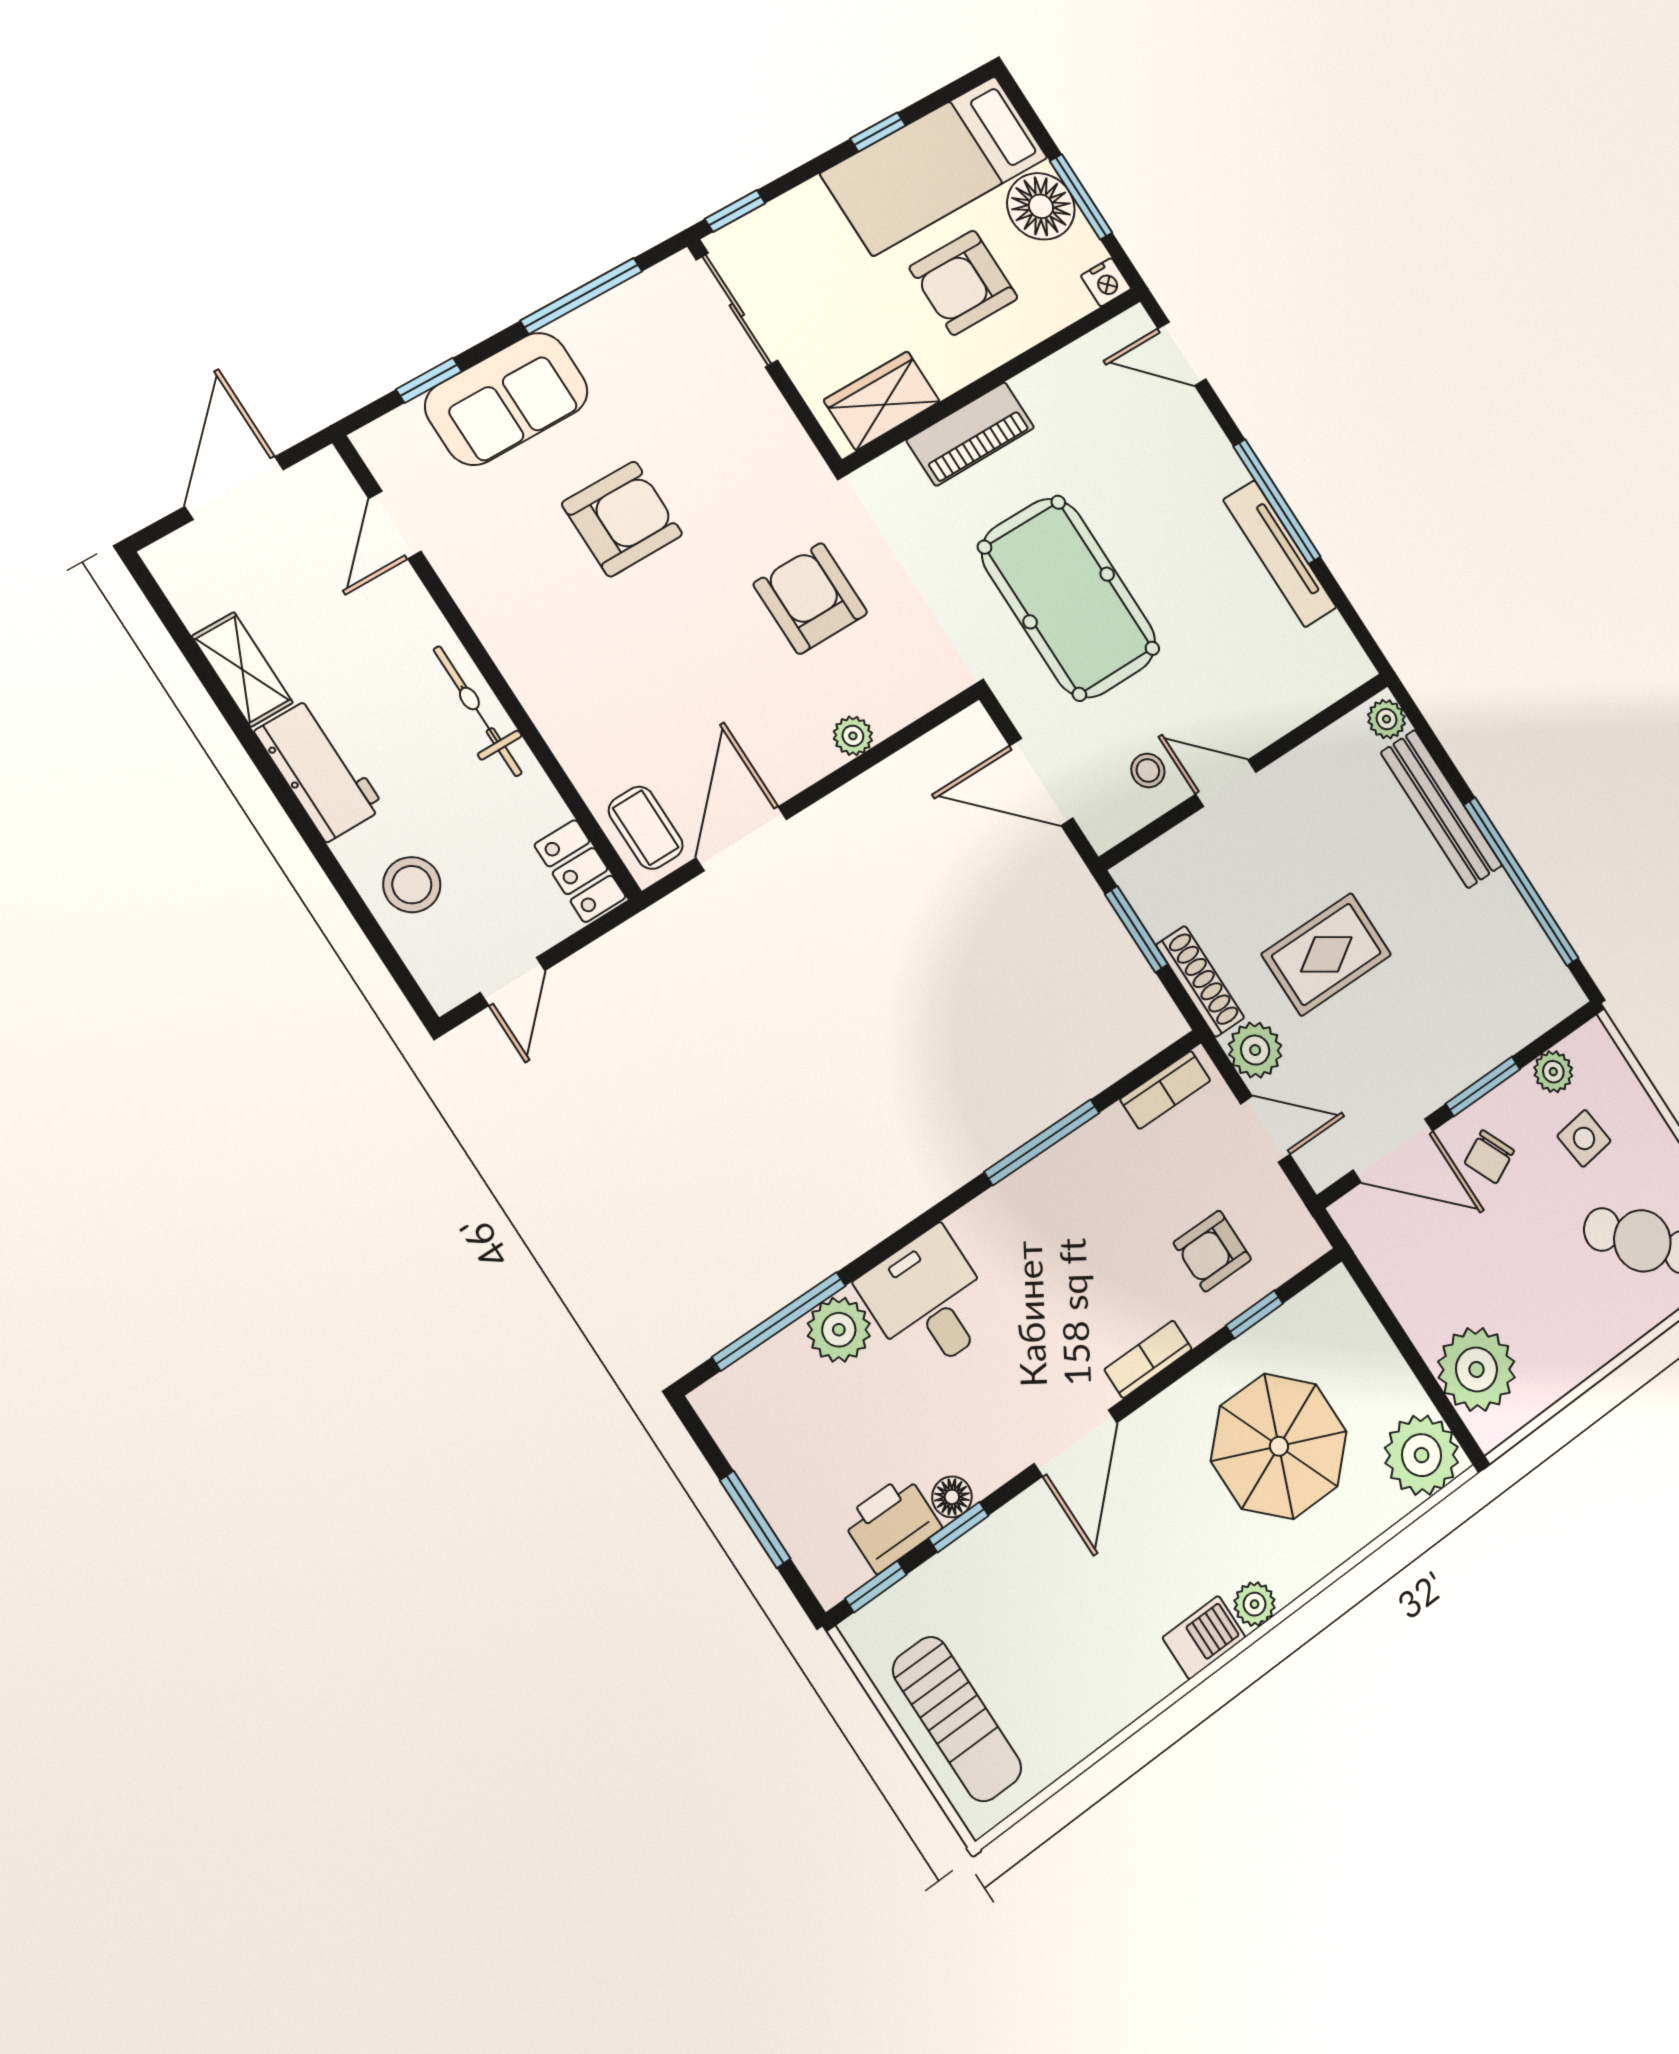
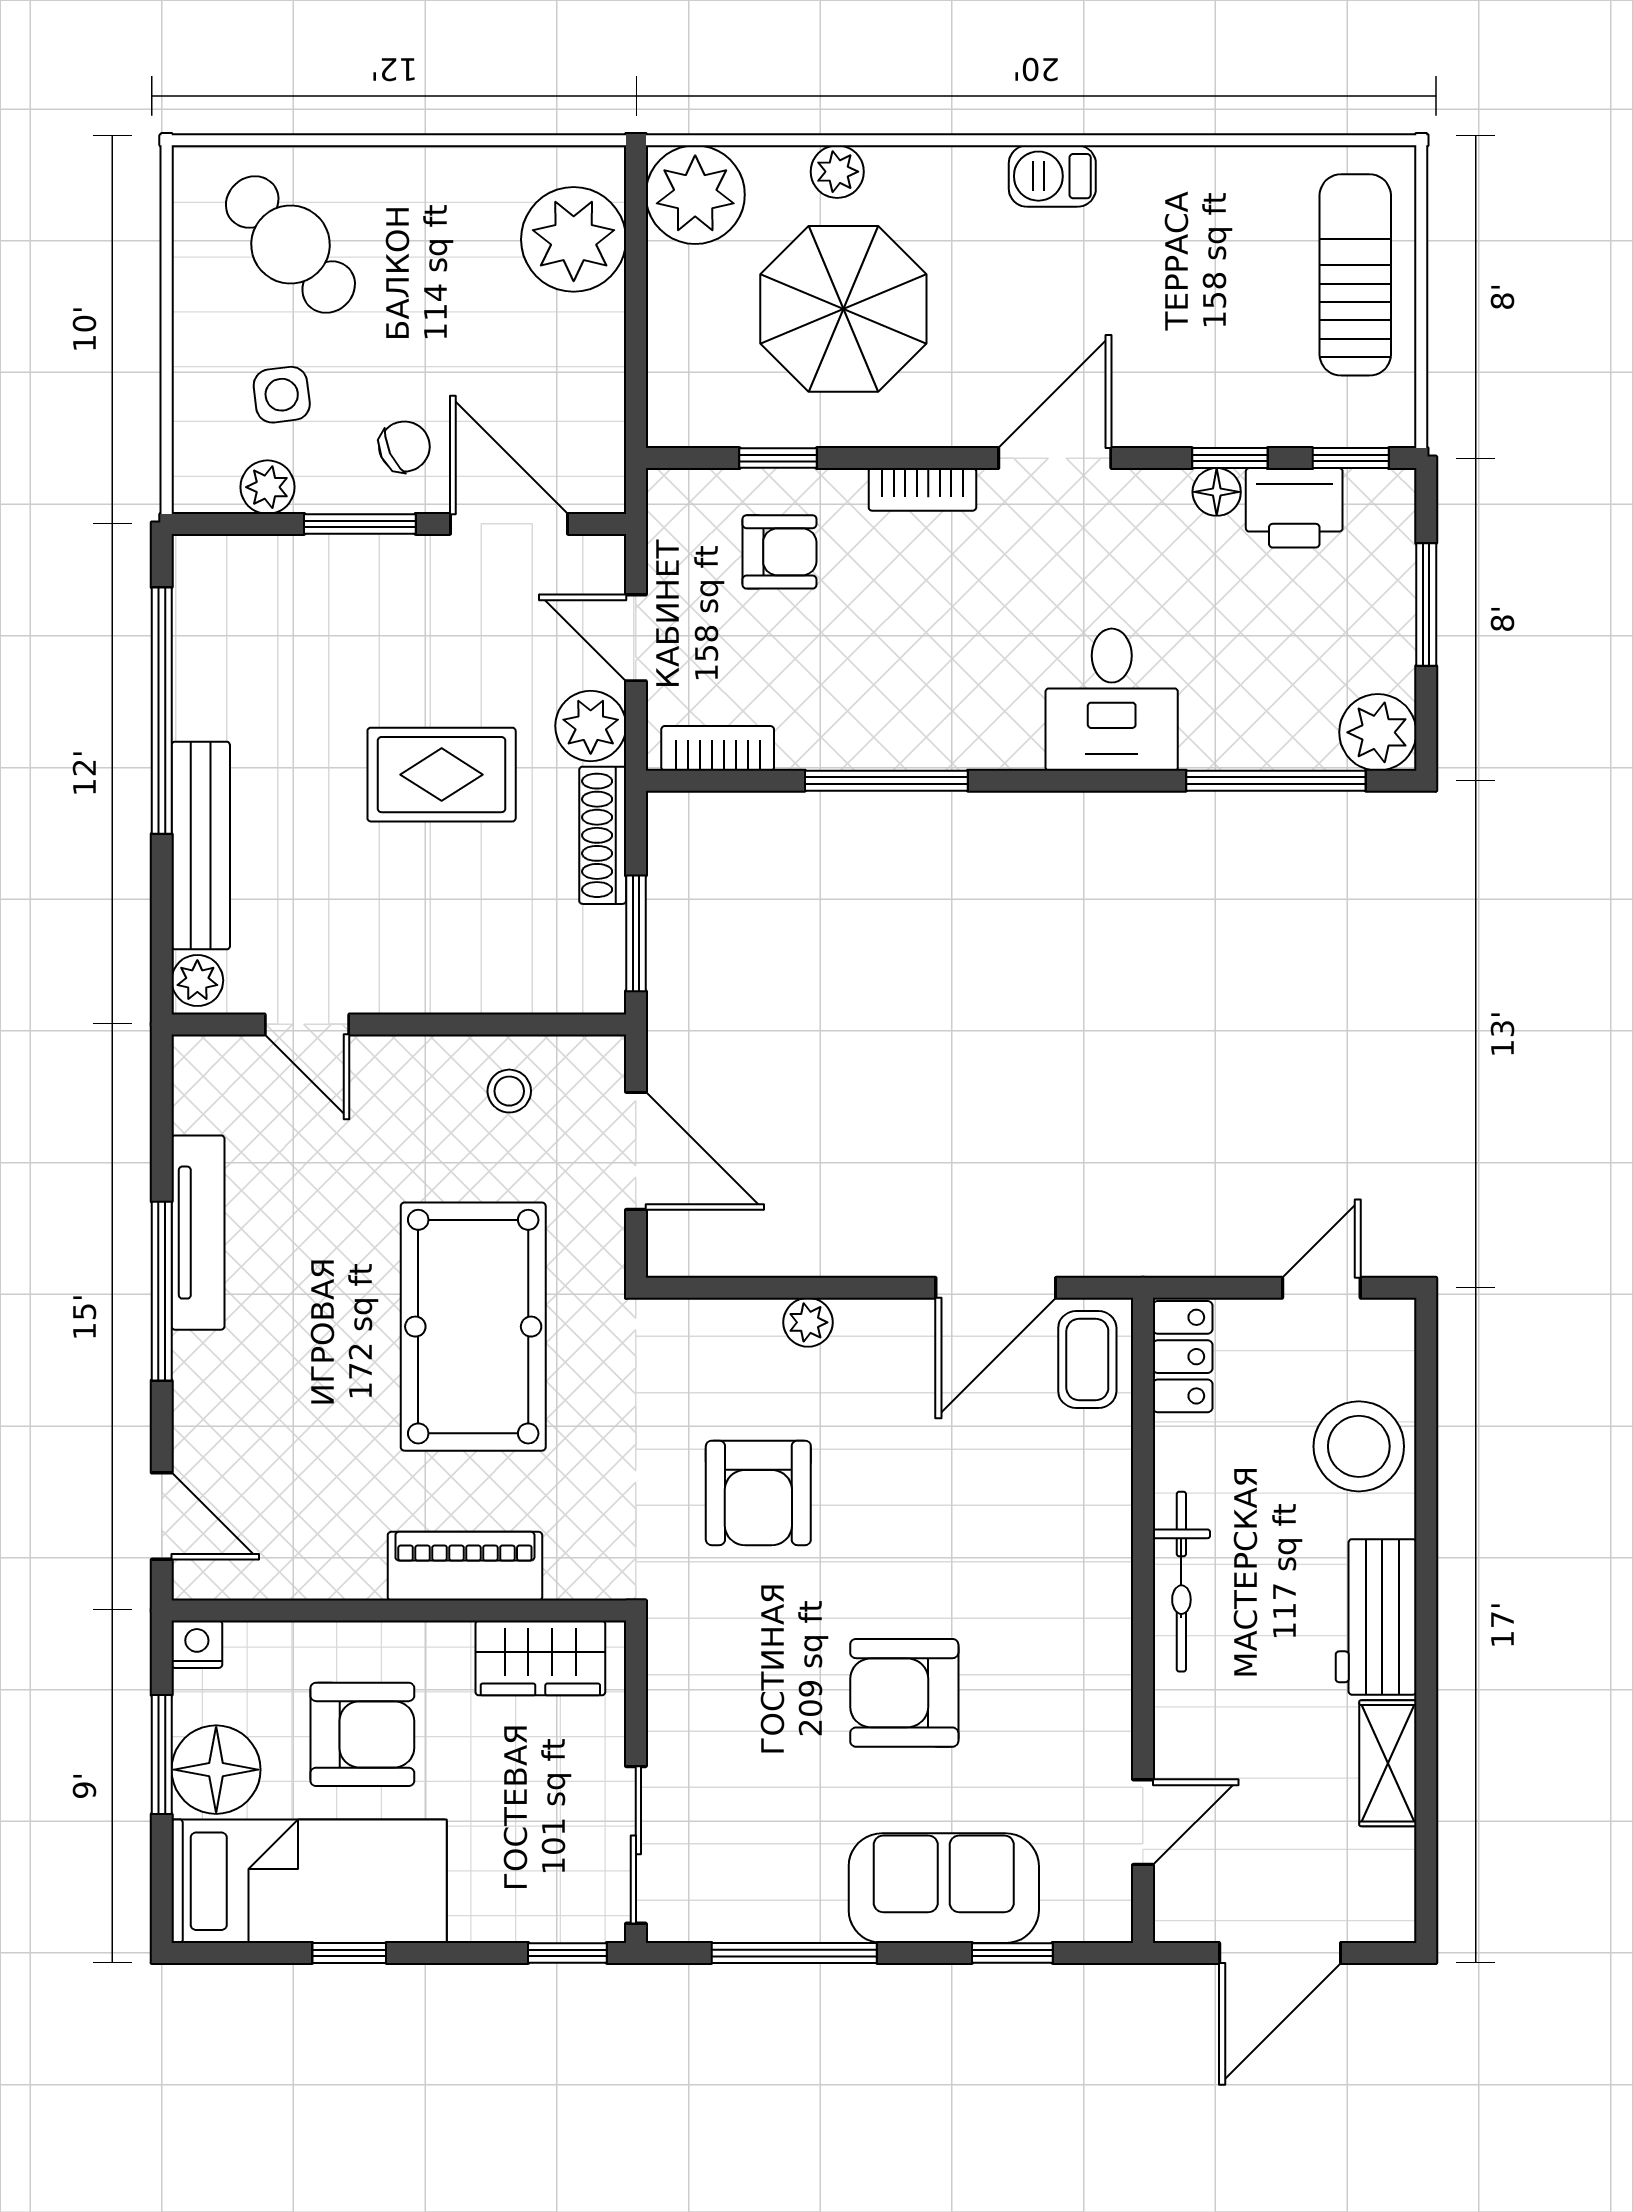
door: (1226, 783) -> (307, 1024), moved
stool: (412, 885) -> (1359, 1446), width x1.38, depth x1.38
plant: (839, 1330) -> (1378, 732), moved
plant: (1255, 1604) -> (837, 172), moved

